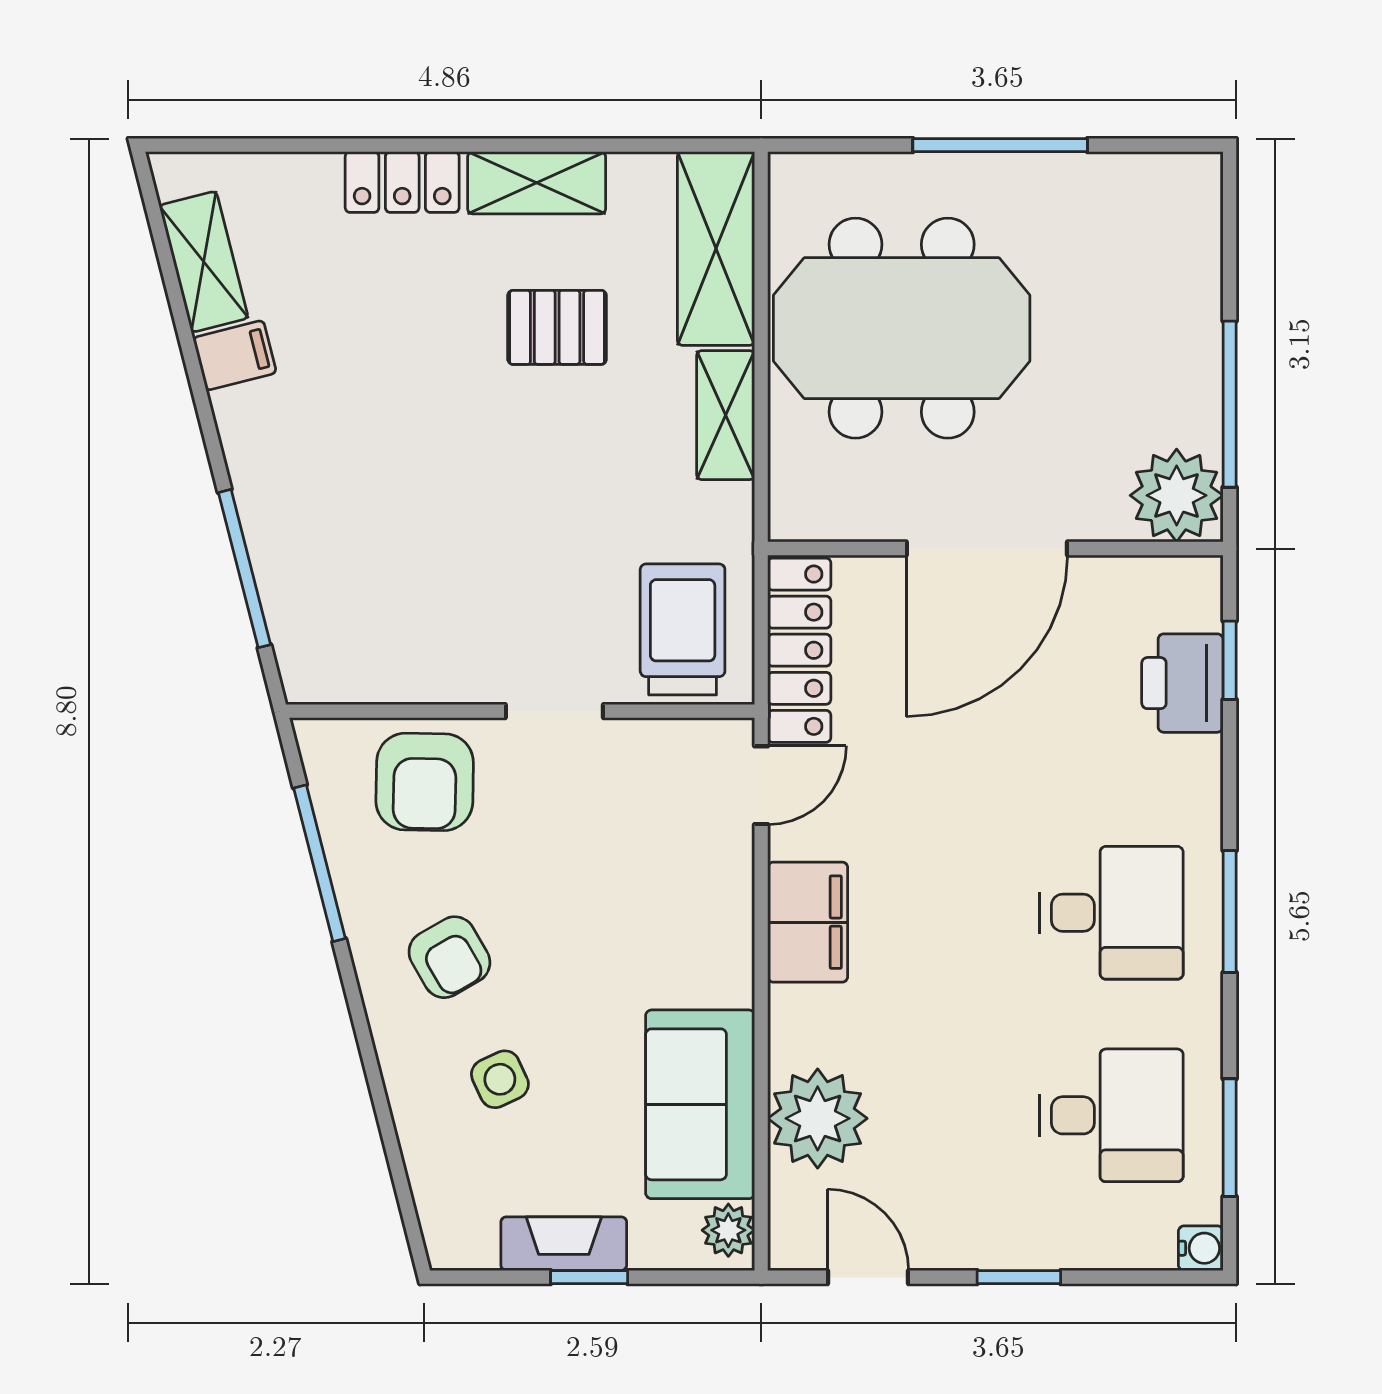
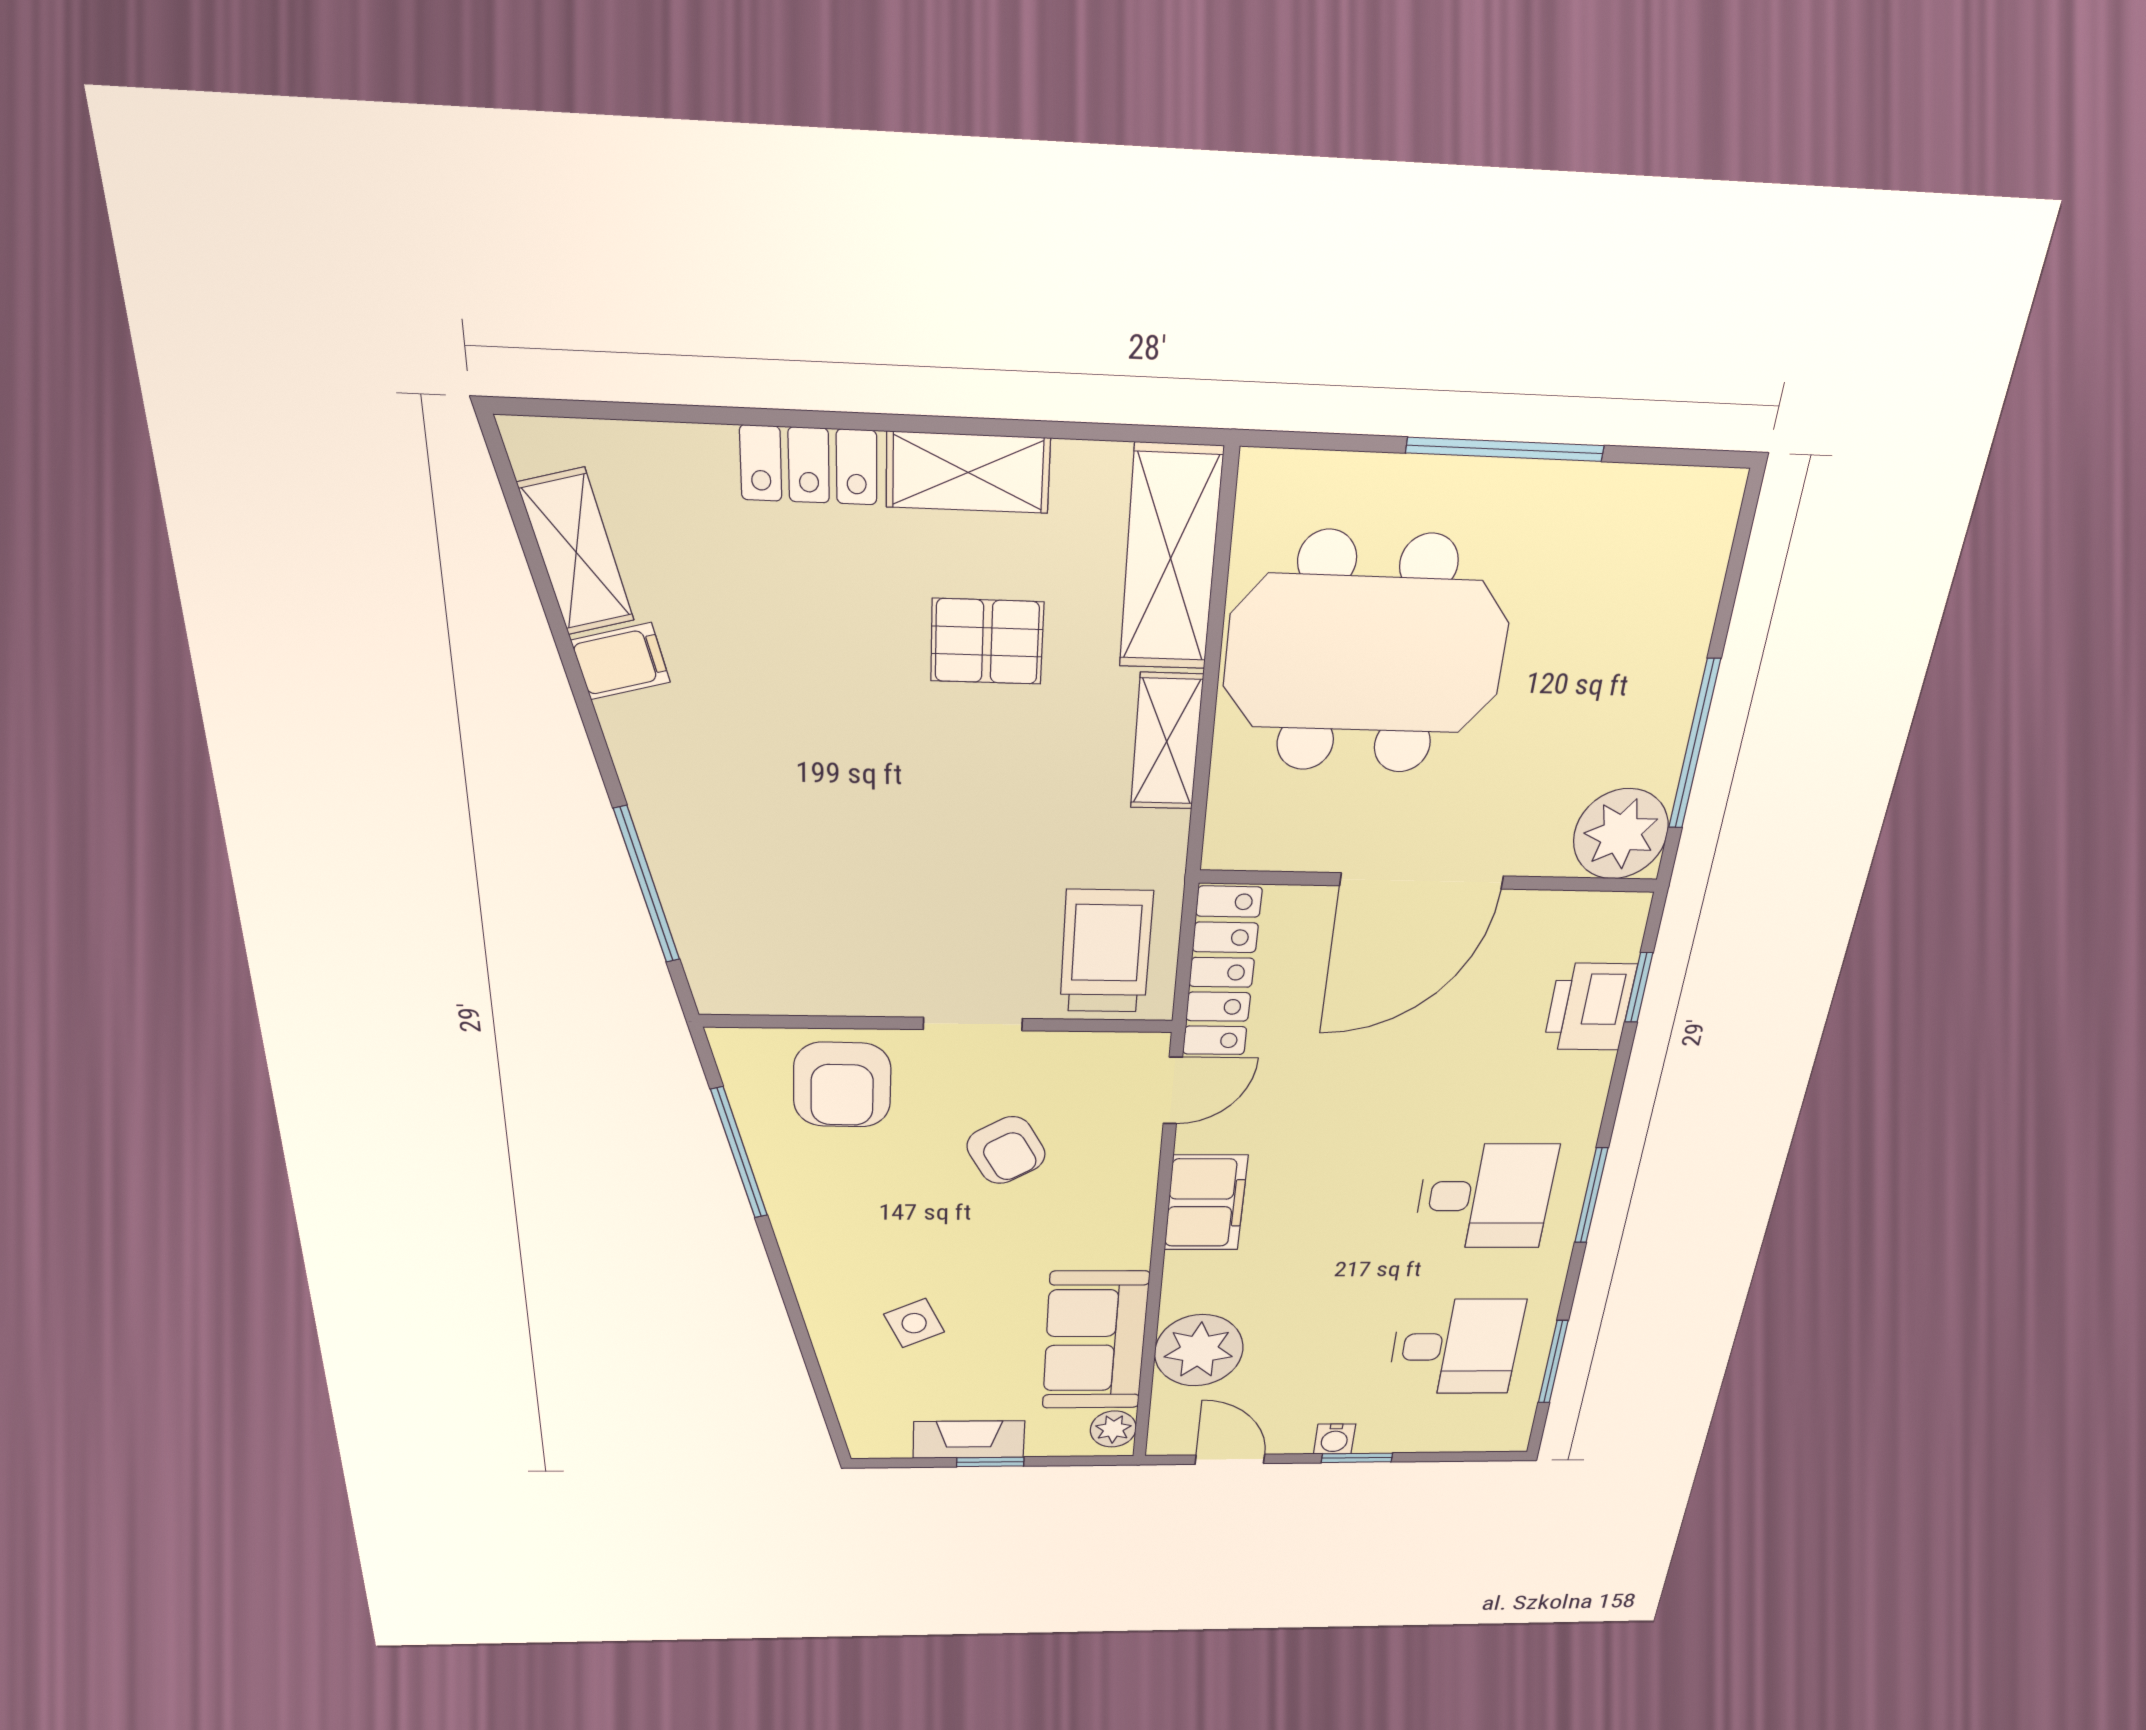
armchair: (449, 957) -> (1006, 1150), moved
water cooler: (1201, 1248) -> (1335, 1439), moved, turned 90

